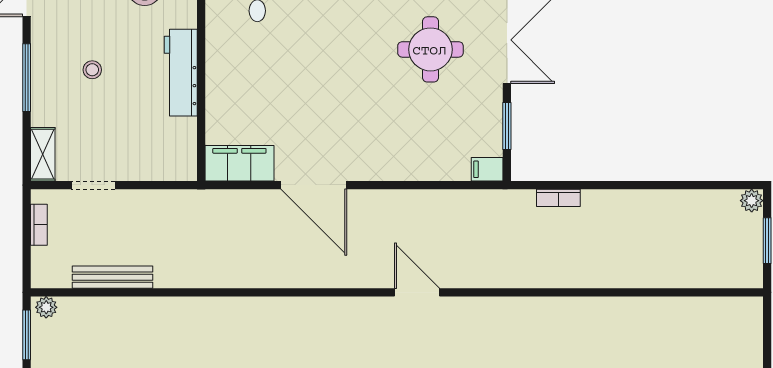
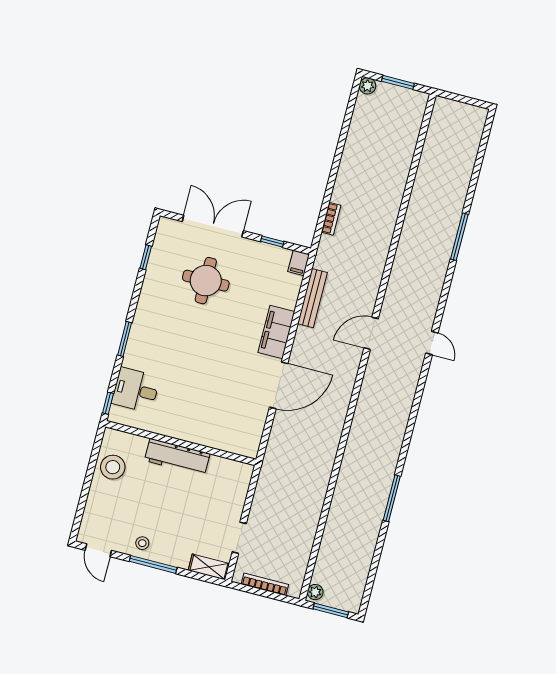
stool: (92, 70) -> (142, 543), moved
window: (507, 126) -> (272, 242), width x0.67
filing cabinet: (239, 163) -> (276, 332), moved
bookcase: (39, 225) -> (265, 584), width x1.56
bench: (113, 277) -> (312, 298), moved

